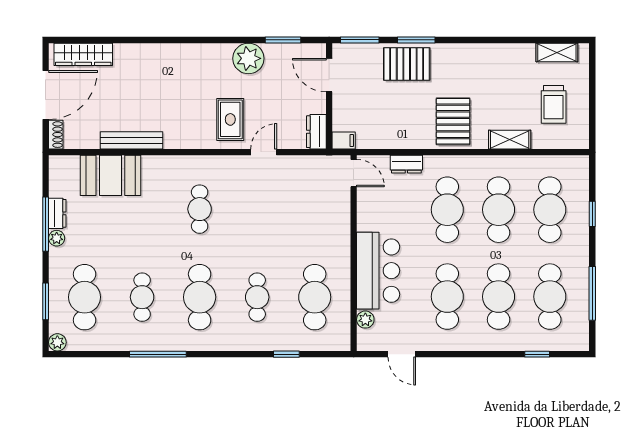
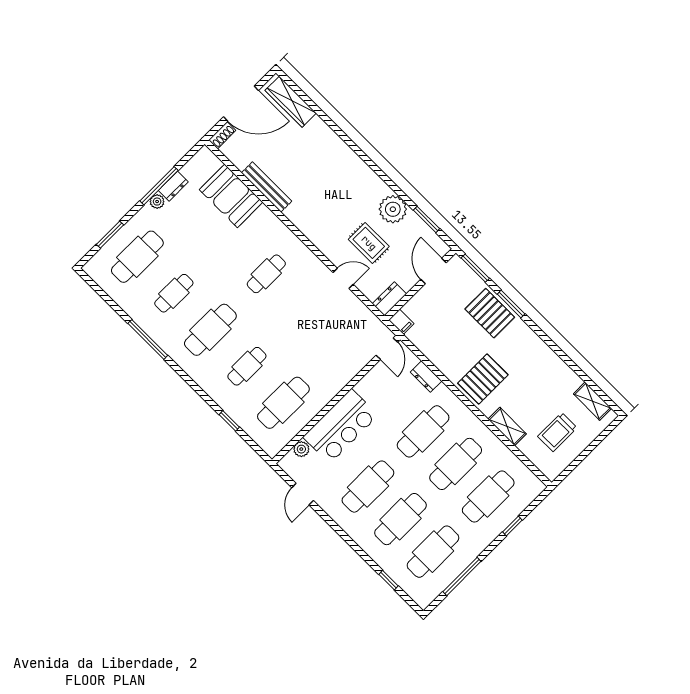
rug: (230, 119) -> (369, 243), moved, turned 90
plant: (57, 342) -> (91, 268), removed

